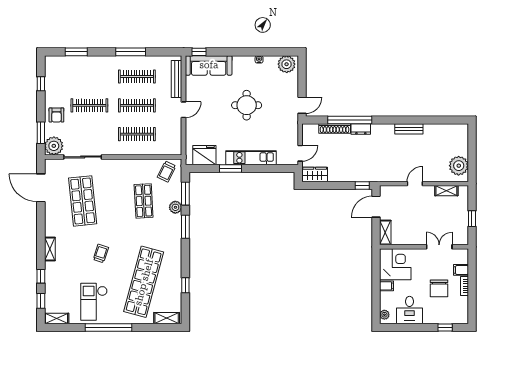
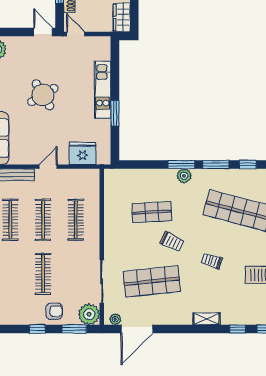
window: (41, 84) -> (37, 329), moved
round table: (247, 105) -> (43, 95), turned -31
door: (184, 110) -> (48, 167), hinge flipped
door: (300, 153) -> (76, 34), moved
fridge: (204, 155) -> (83, 153), moved, turned 90
plant: (49, 169) -> (115, 319), added
trolley: (167, 172) -> (172, 242), moved
window: (185, 194) -> (216, 165), moved
plant: (175, 207) -> (184, 176), moved

